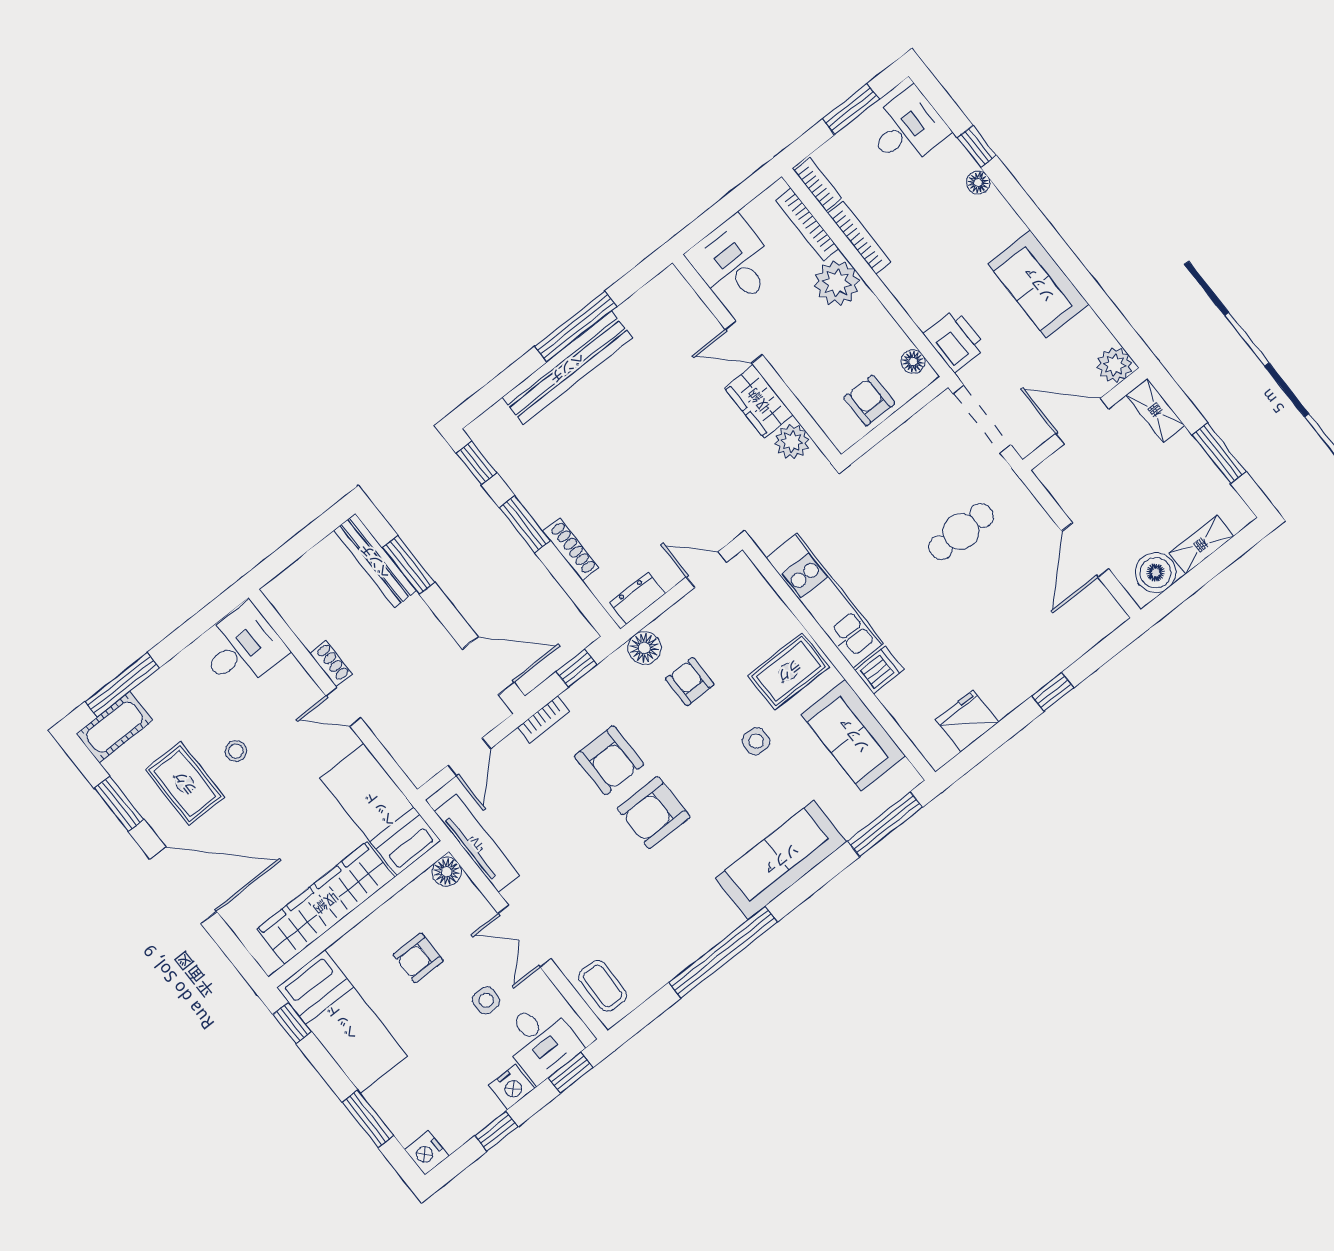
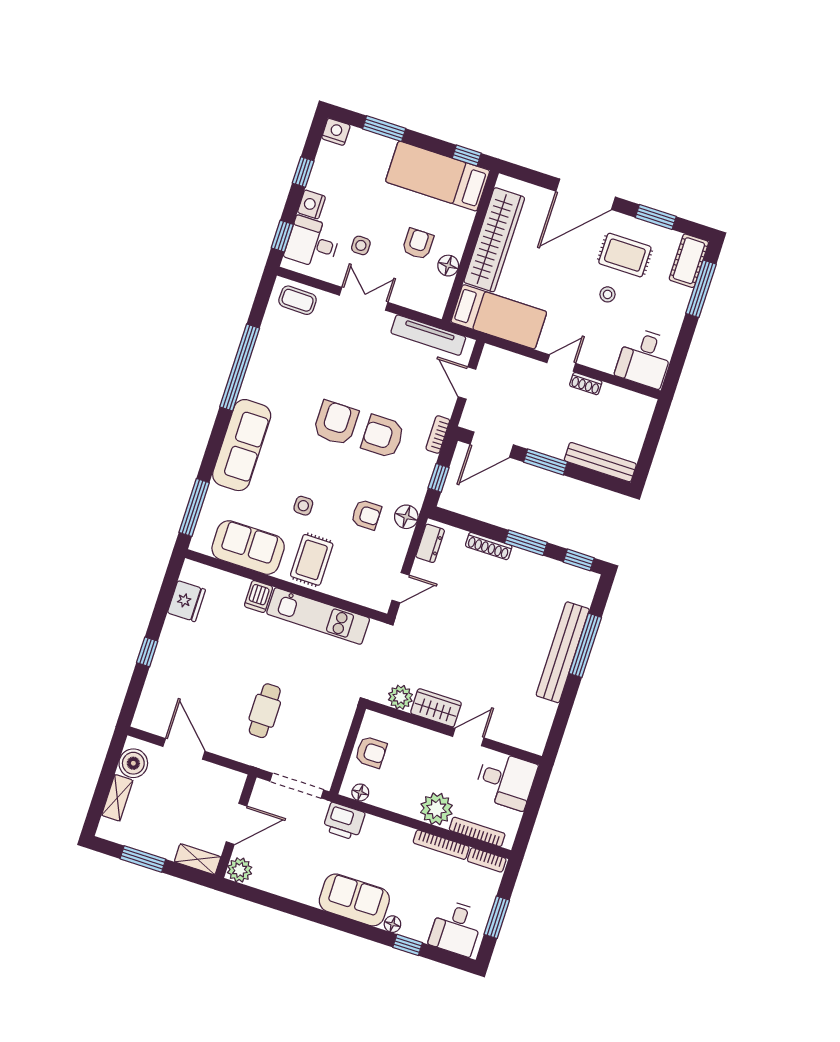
sofa: (1038, 284) -> (354, 900), moved
window: (576, 326) -> (585, 645), moved
window: (409, 565) -> (546, 462), moved
floor lamp: (447, 872) -> (448, 266), moved

